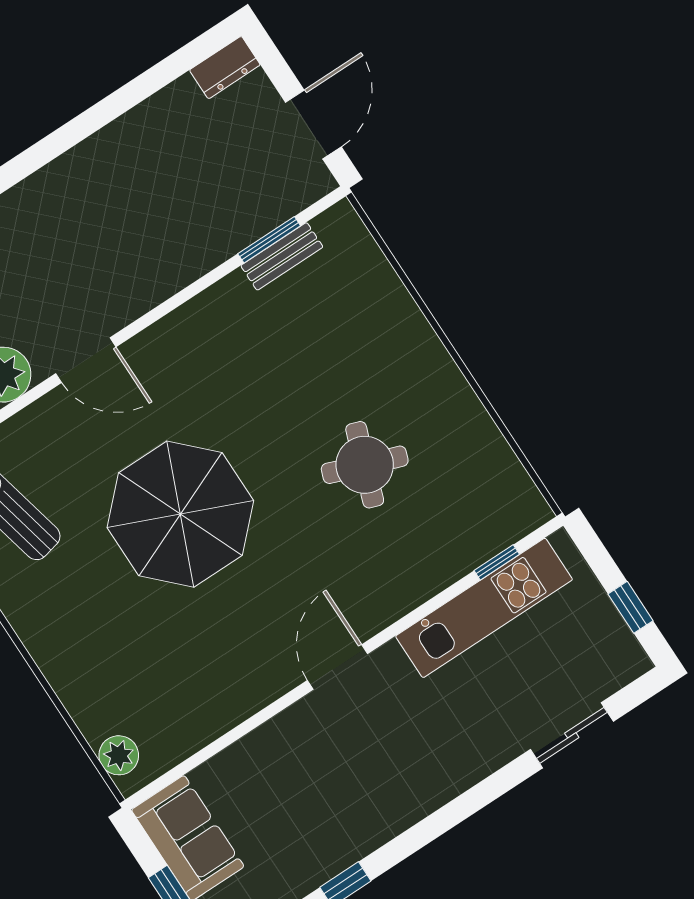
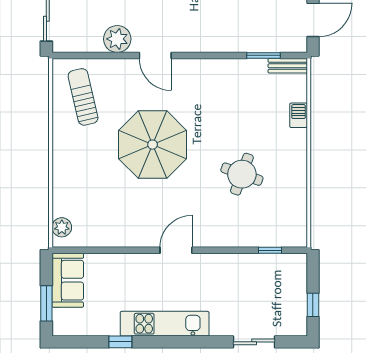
bench: (282, 256) -> (288, 66), moved
barbecue: (395, 302) -> (299, 115), added
kitchen unit: (484, 608) -> (165, 324), moved, turned 180

